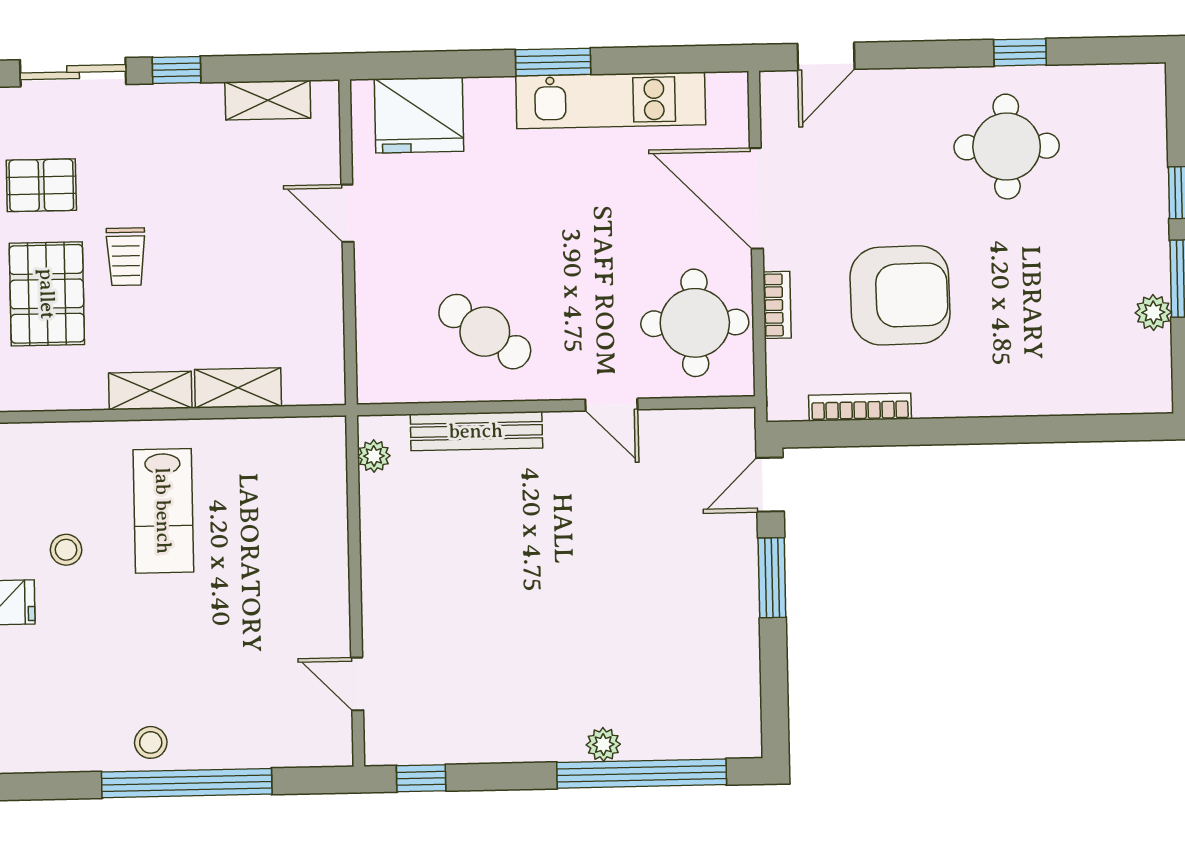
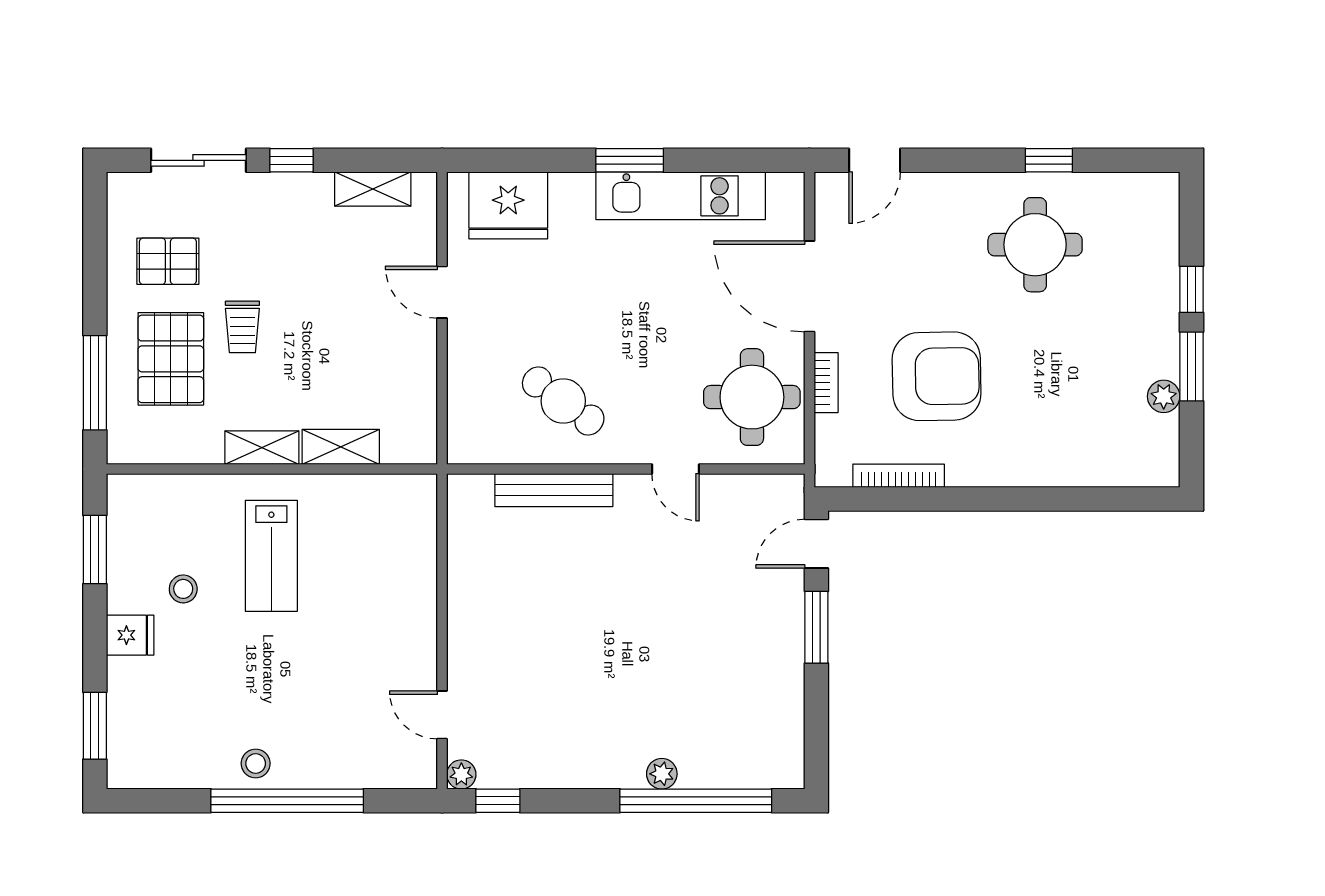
plant: (374, 456) -> (461, 774), moved

